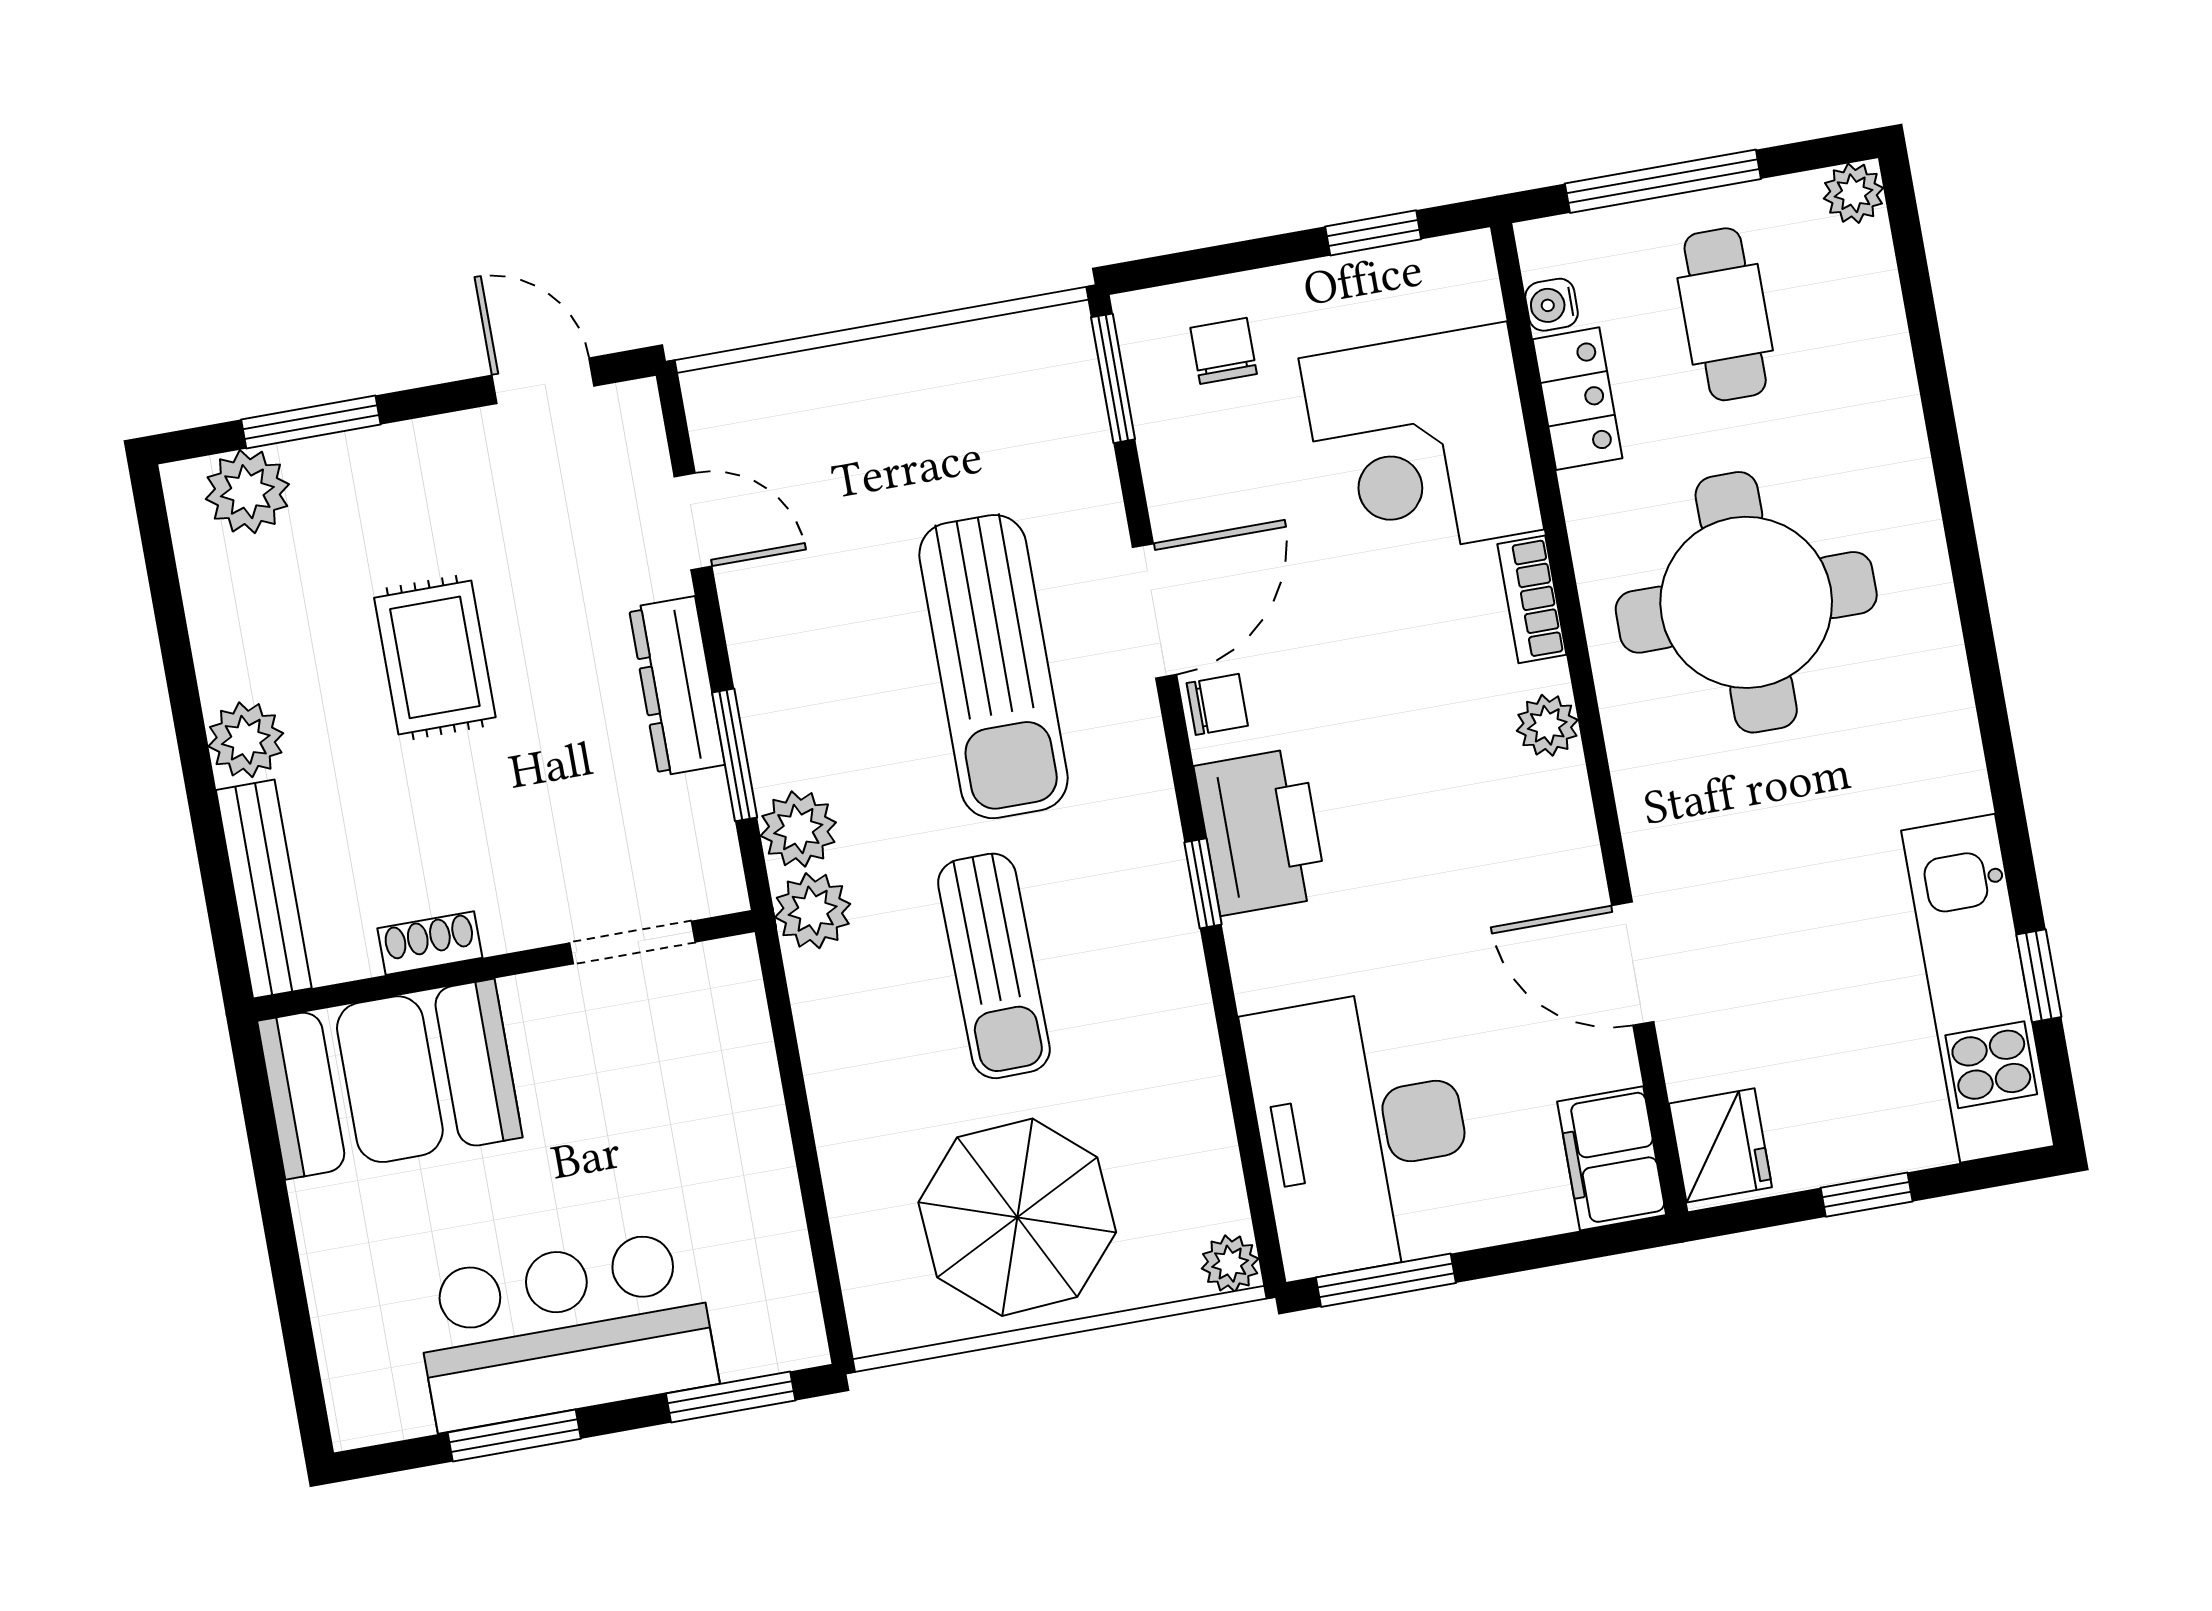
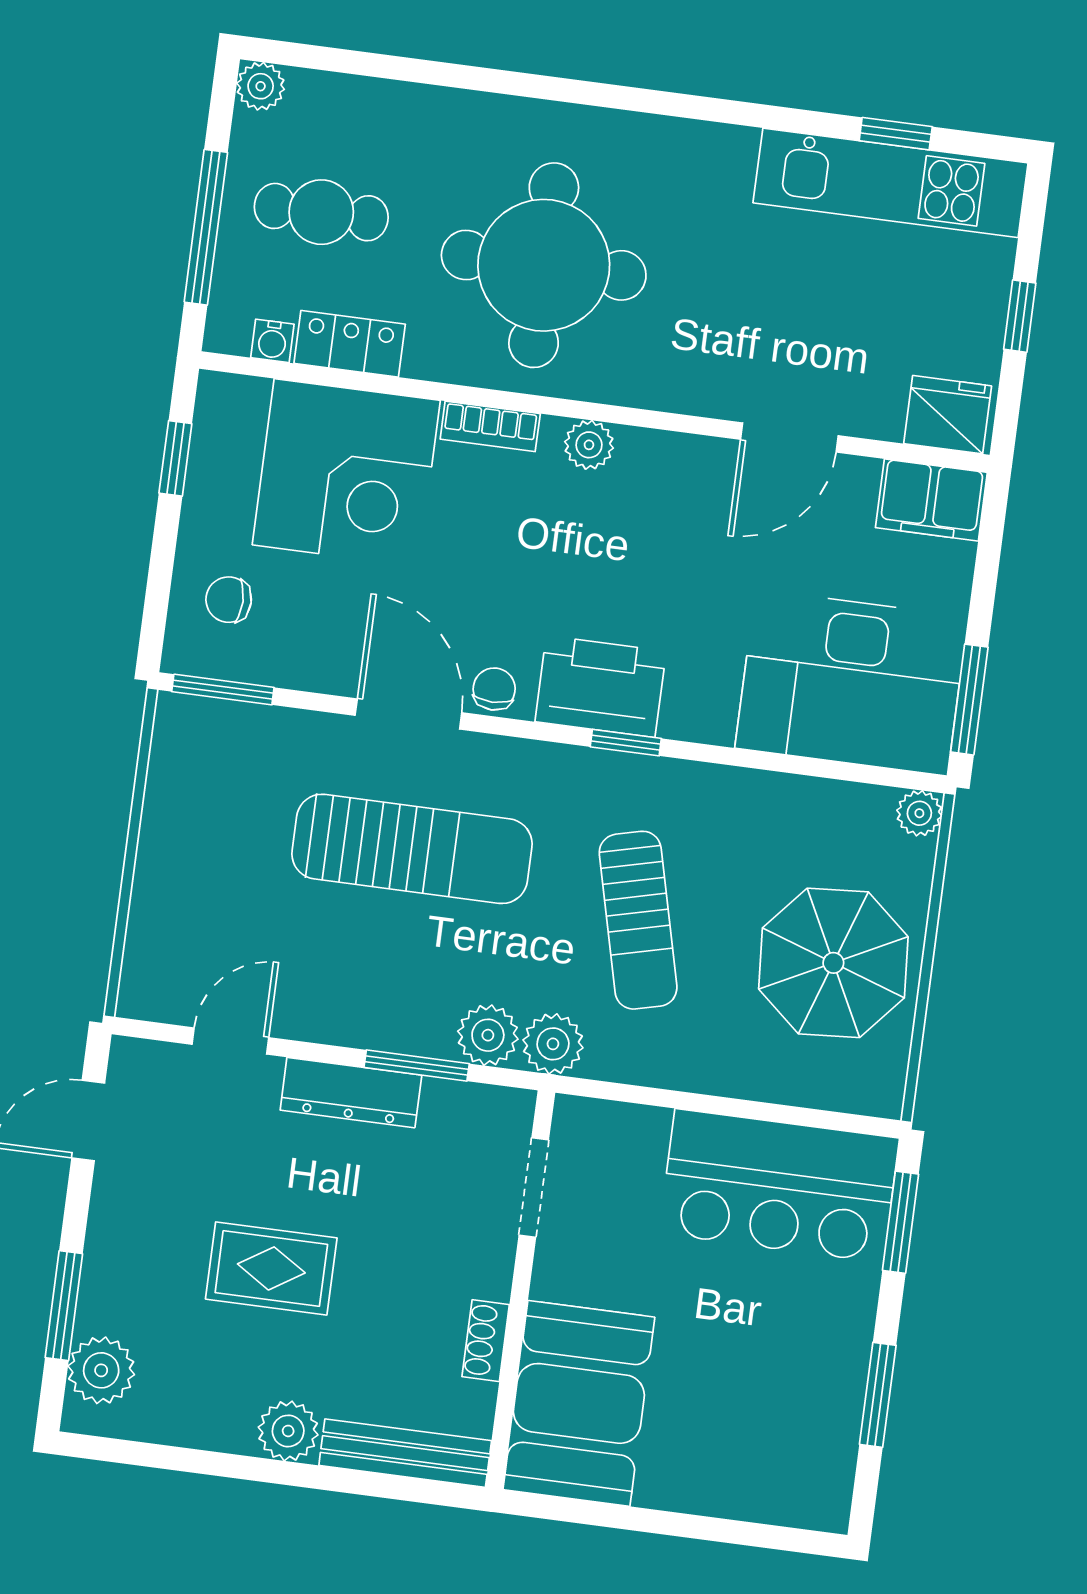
sun lounger: (994, 966) -> (638, 920), turned 77
bar counter: (565, 1331) -> (779, 1186), moved, turned -90

